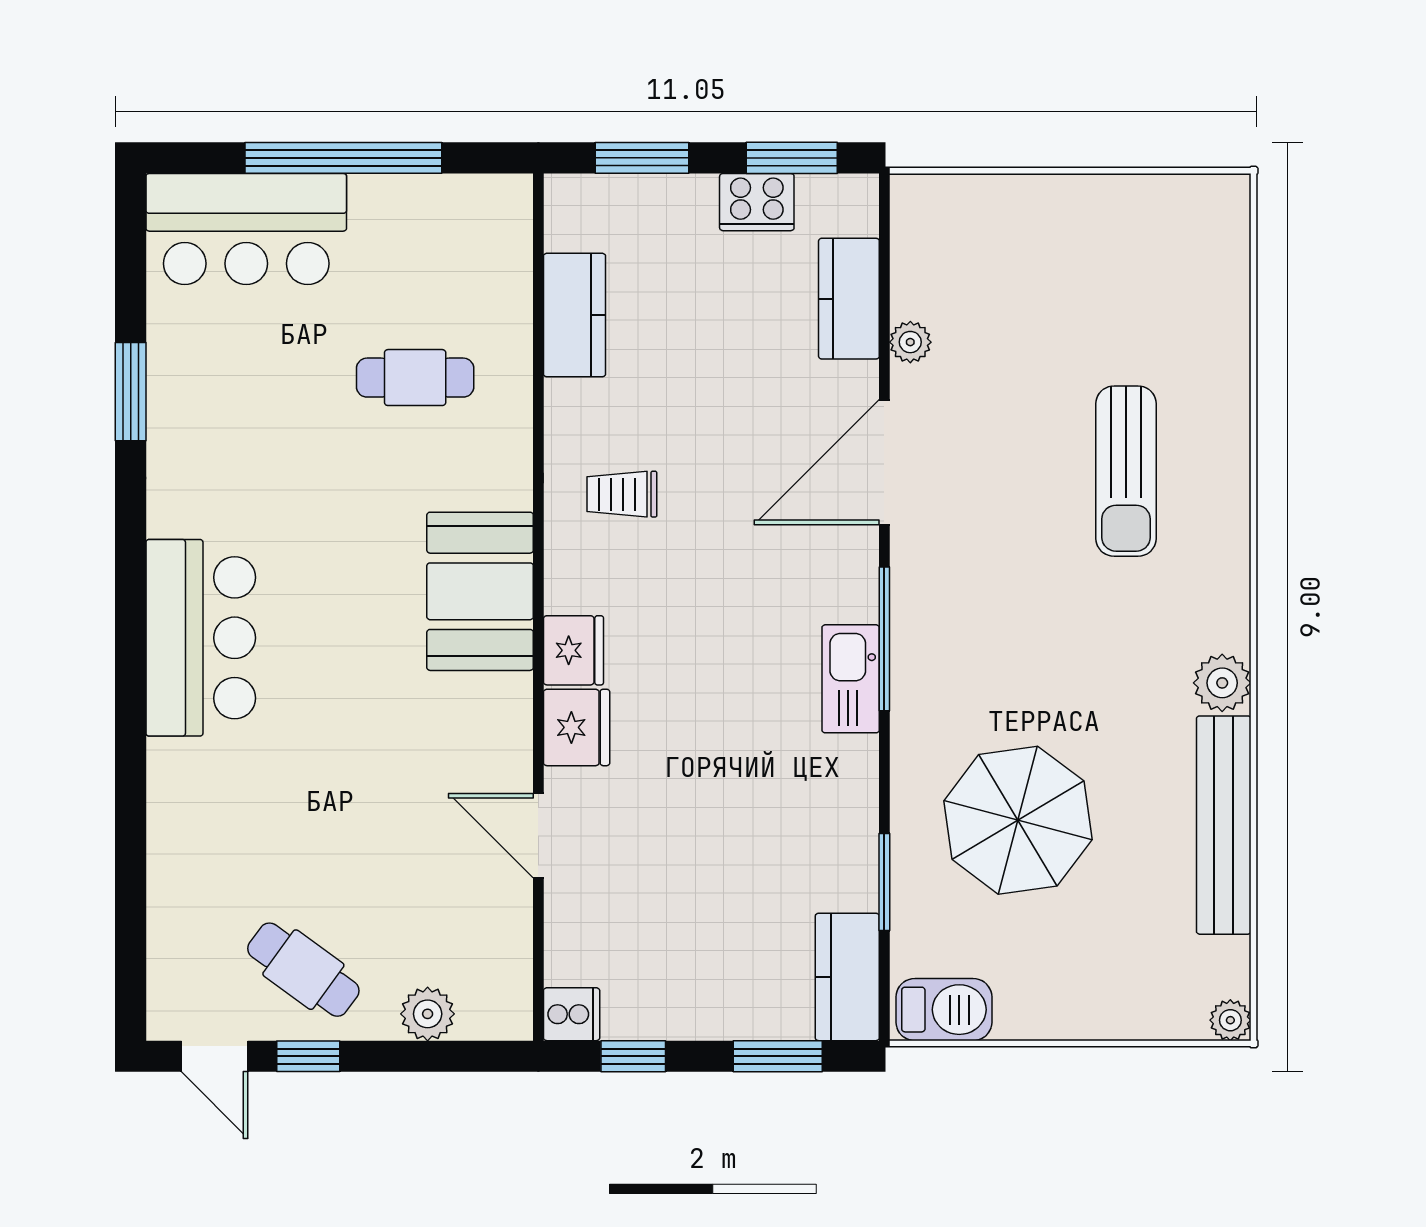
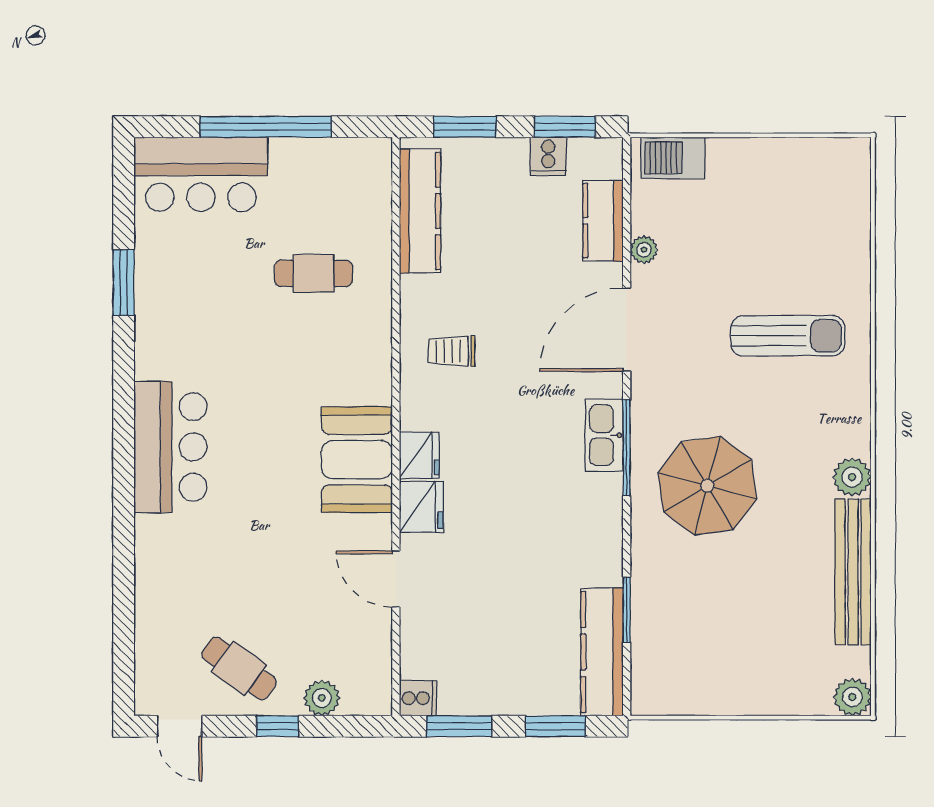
cooker: (757, 202) -> (548, 156), width x0.73
kitchen counter: (575, 315) -> (420, 211), width x1.50
sun lounger: (1126, 471) -> (788, 336), turned -90
booth: (480, 591) -> (357, 460), moved
kitchen sink: (851, 679) -> (604, 435), moved
parasol: (1018, 820) -> (707, 486), moved
kitchen counter: (847, 977) -> (602, 652), width x1.50
barbecue: (944, 1010) -> (673, 158), moved, turned 180
plant: (1230, 1020) -> (852, 697), width x1.38, depth x1.38
window: (308, 1056) -> (278, 726), moved
window: (633, 1056) -> (459, 726), width x1.50

